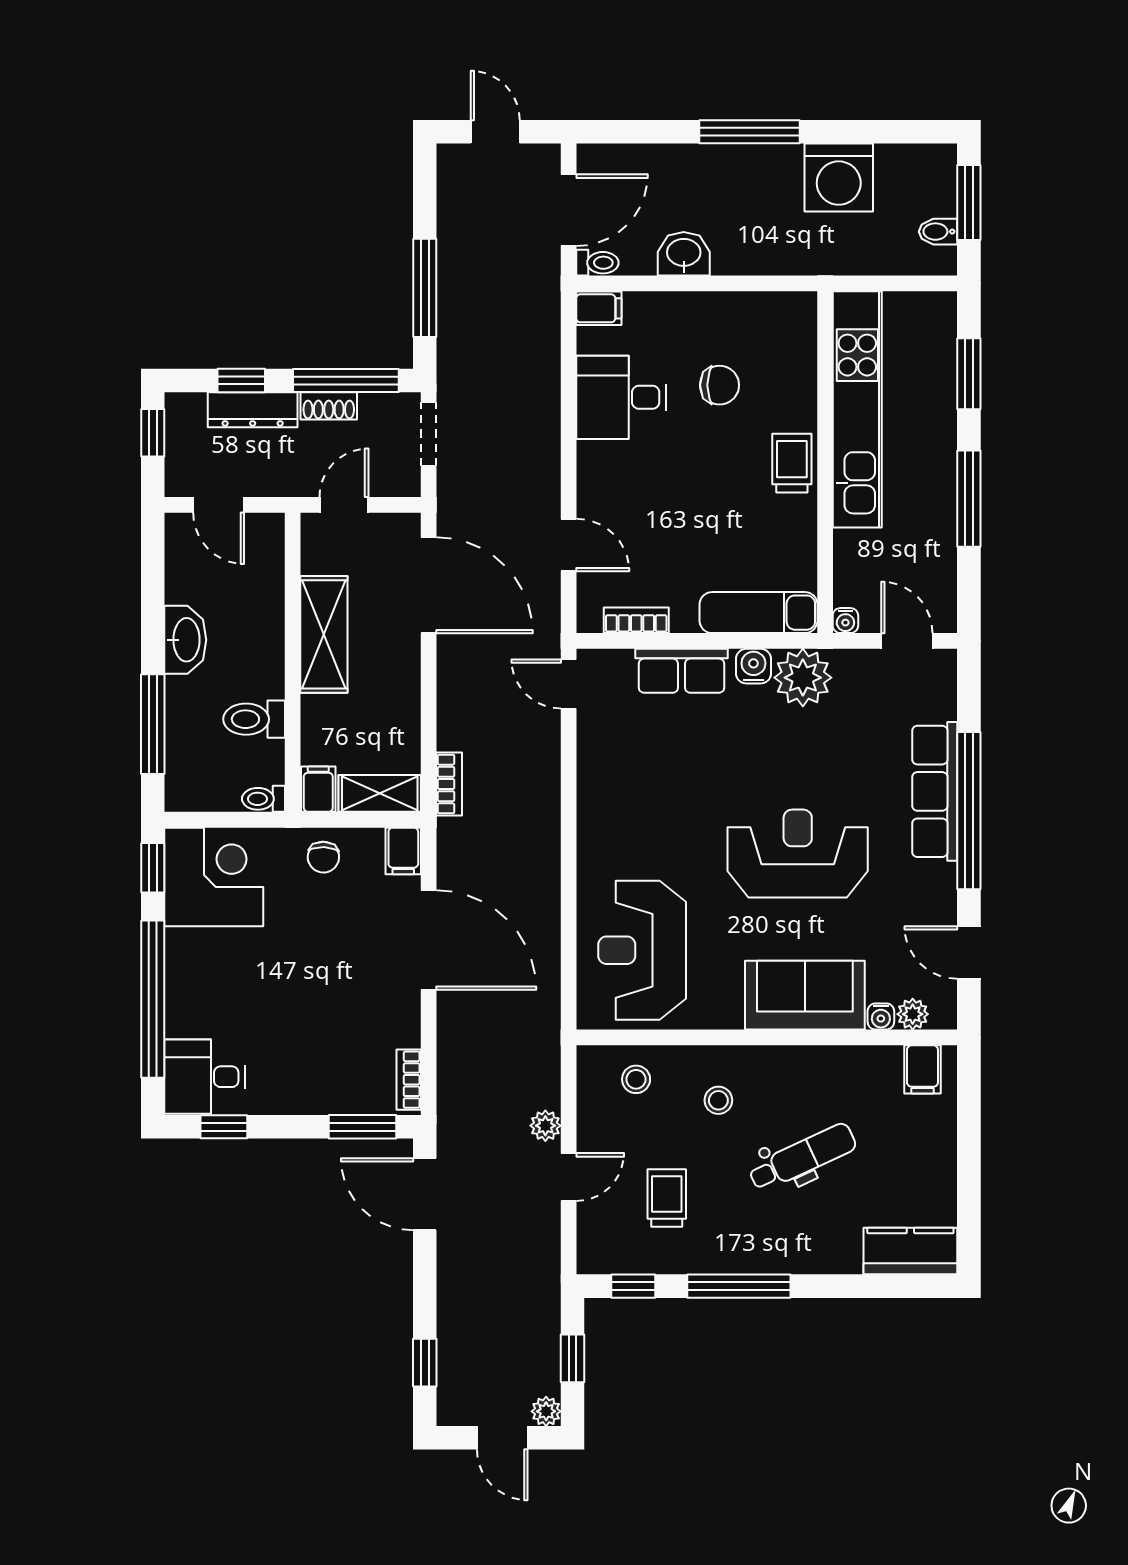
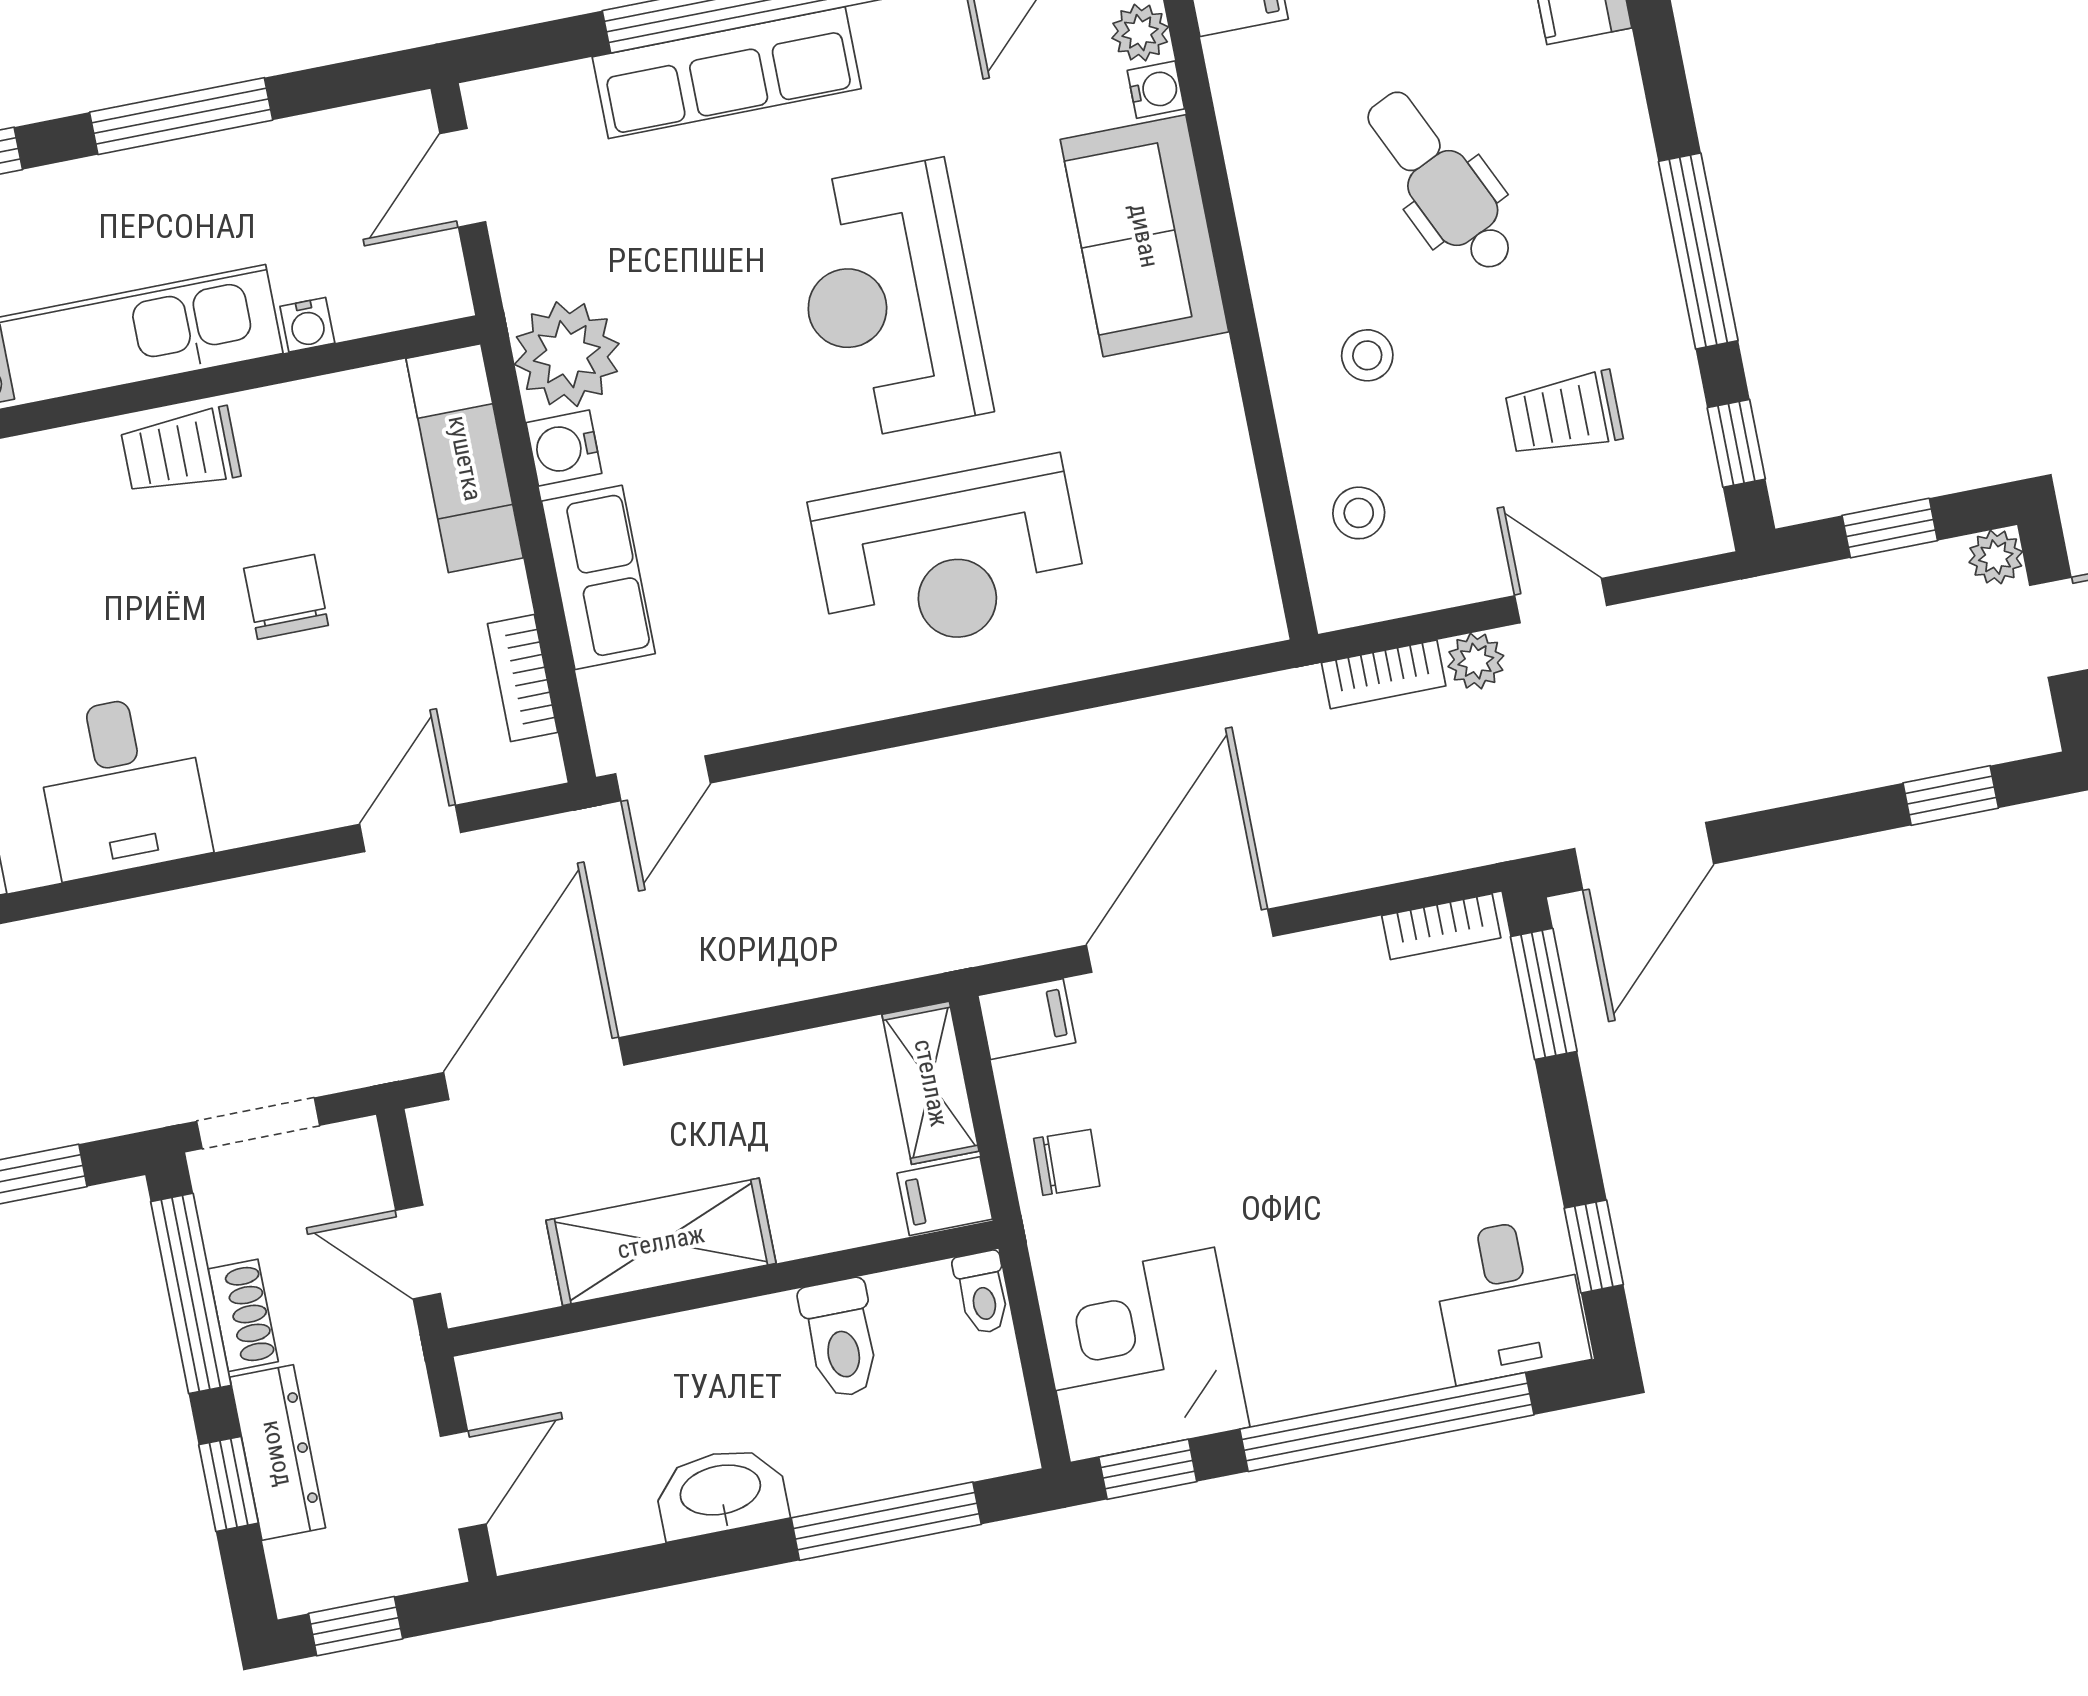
chair: (720, 385) -> (286, 597), moved
water cooler: (845, 621) -> (307, 325), moved, turned 90
bookcase: (449, 784) -> (1384, 674), moved, turned 180
reception desk: (642, 950) -> (949, 557), moved

